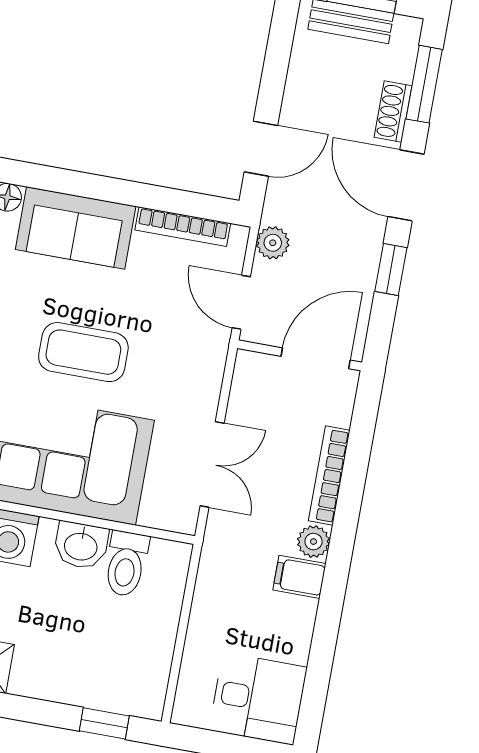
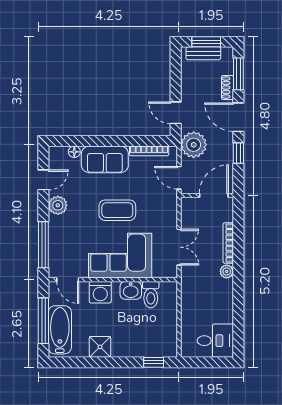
door: (261, 149) -> (176, 113), swing flipped
plant: (273, 243) -> (194, 145), width x1.87, depth x1.87
filing cabinet: (299, 577) -> (223, 287), removed

